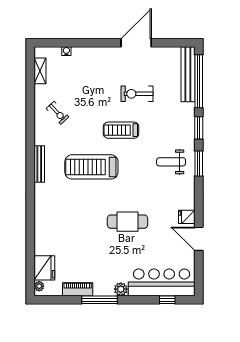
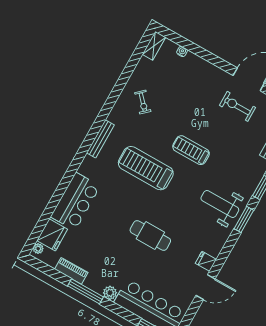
shelving: (40, 71) -> (154, 46), moved
exercise bike: (137, 94) -> (238, 106), moved
weight bench: (171, 162) -> (220, 204), width x1.36, depth x1.33
bar counter: (48, 229) -> (75, 201), added
door: (199, 239) -> (205, 287), swing flipped

